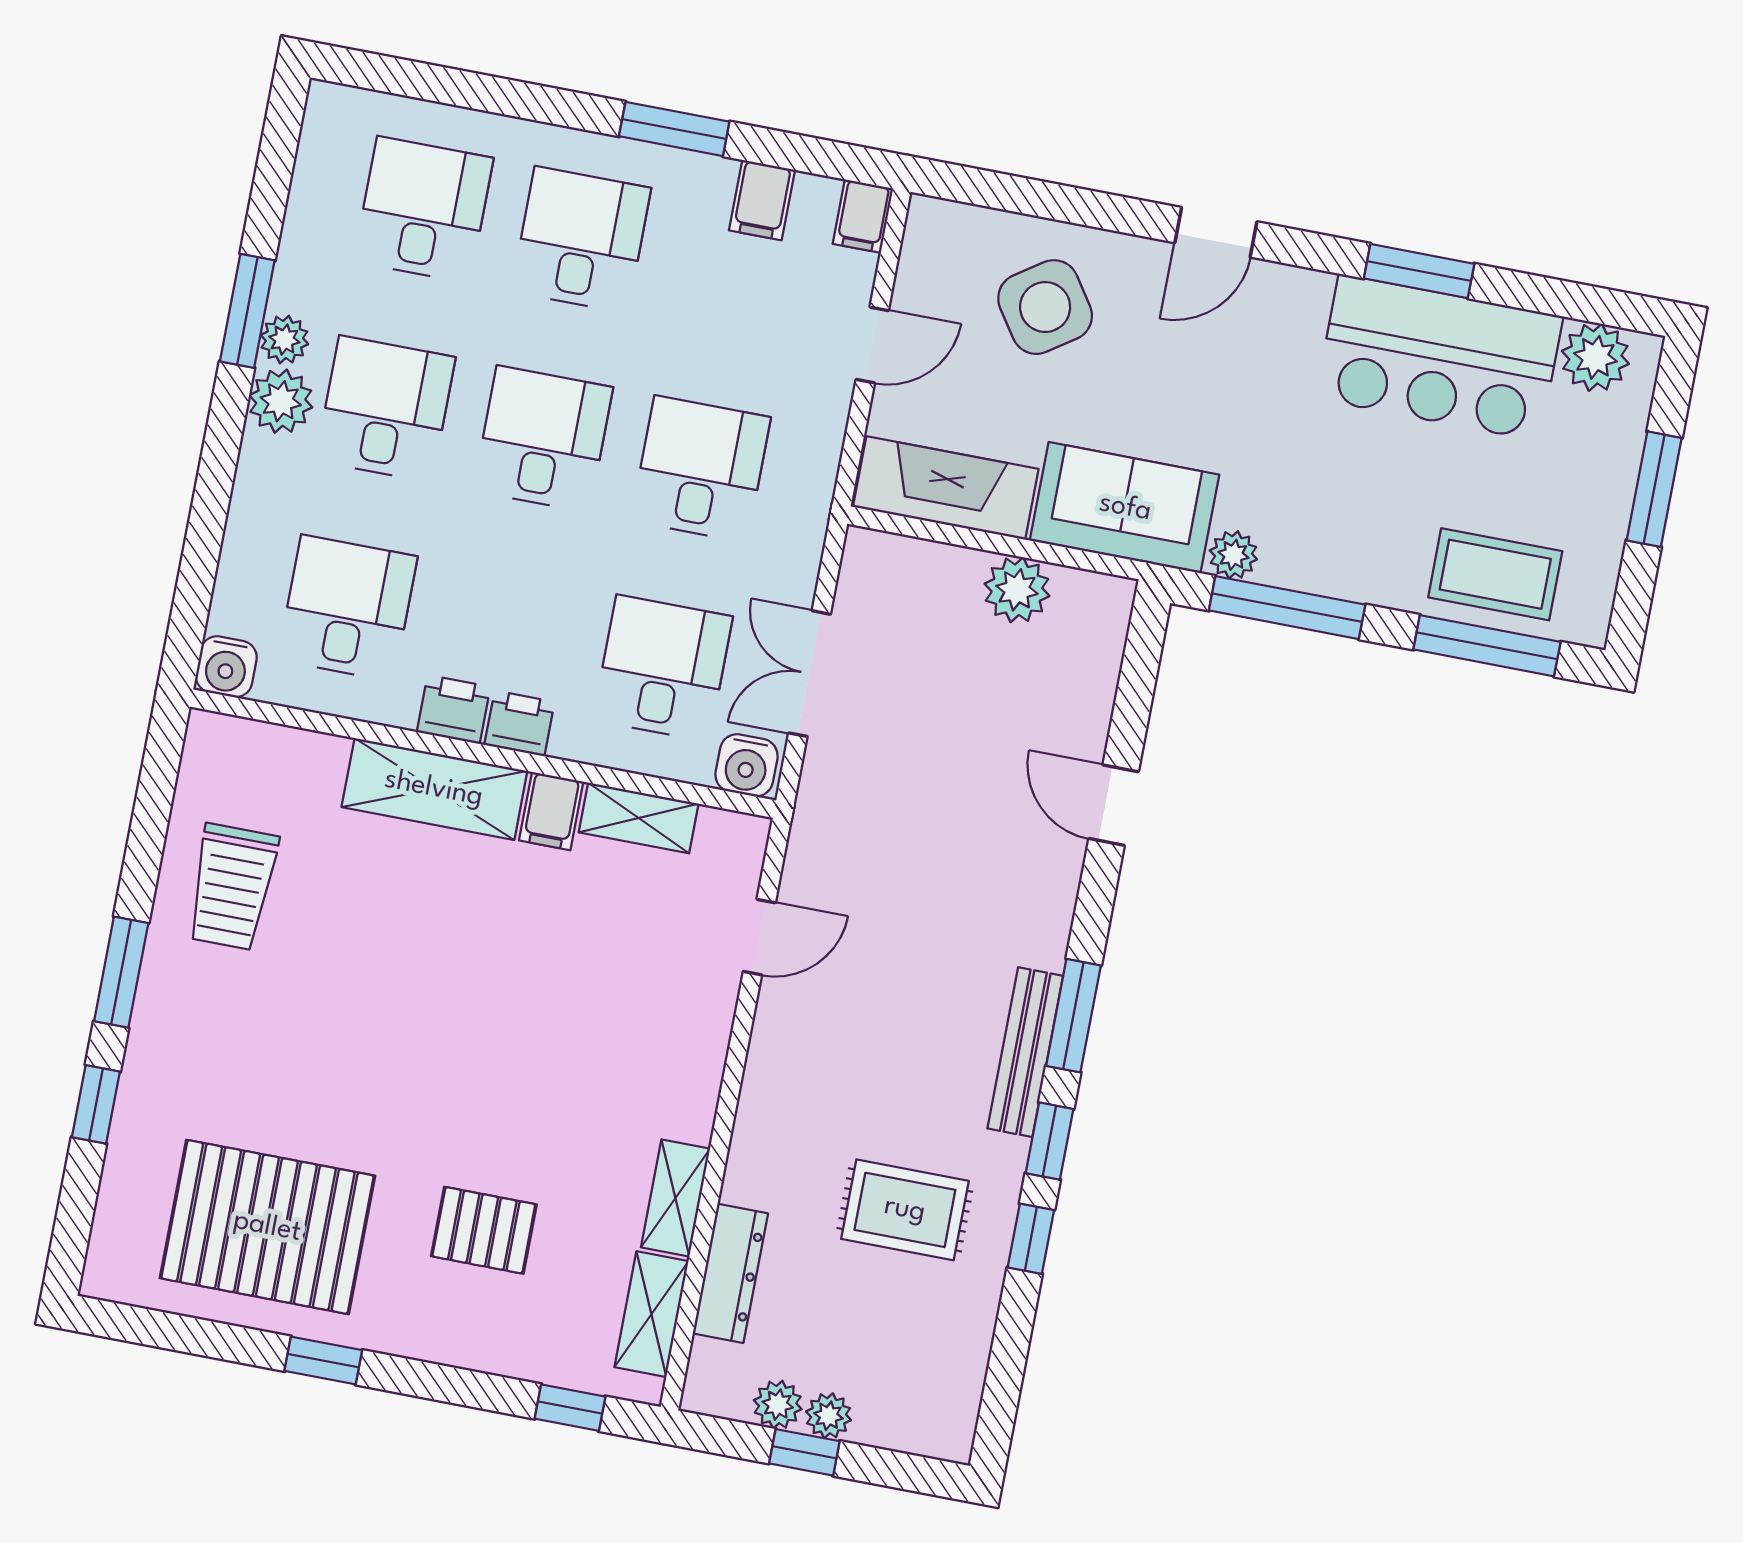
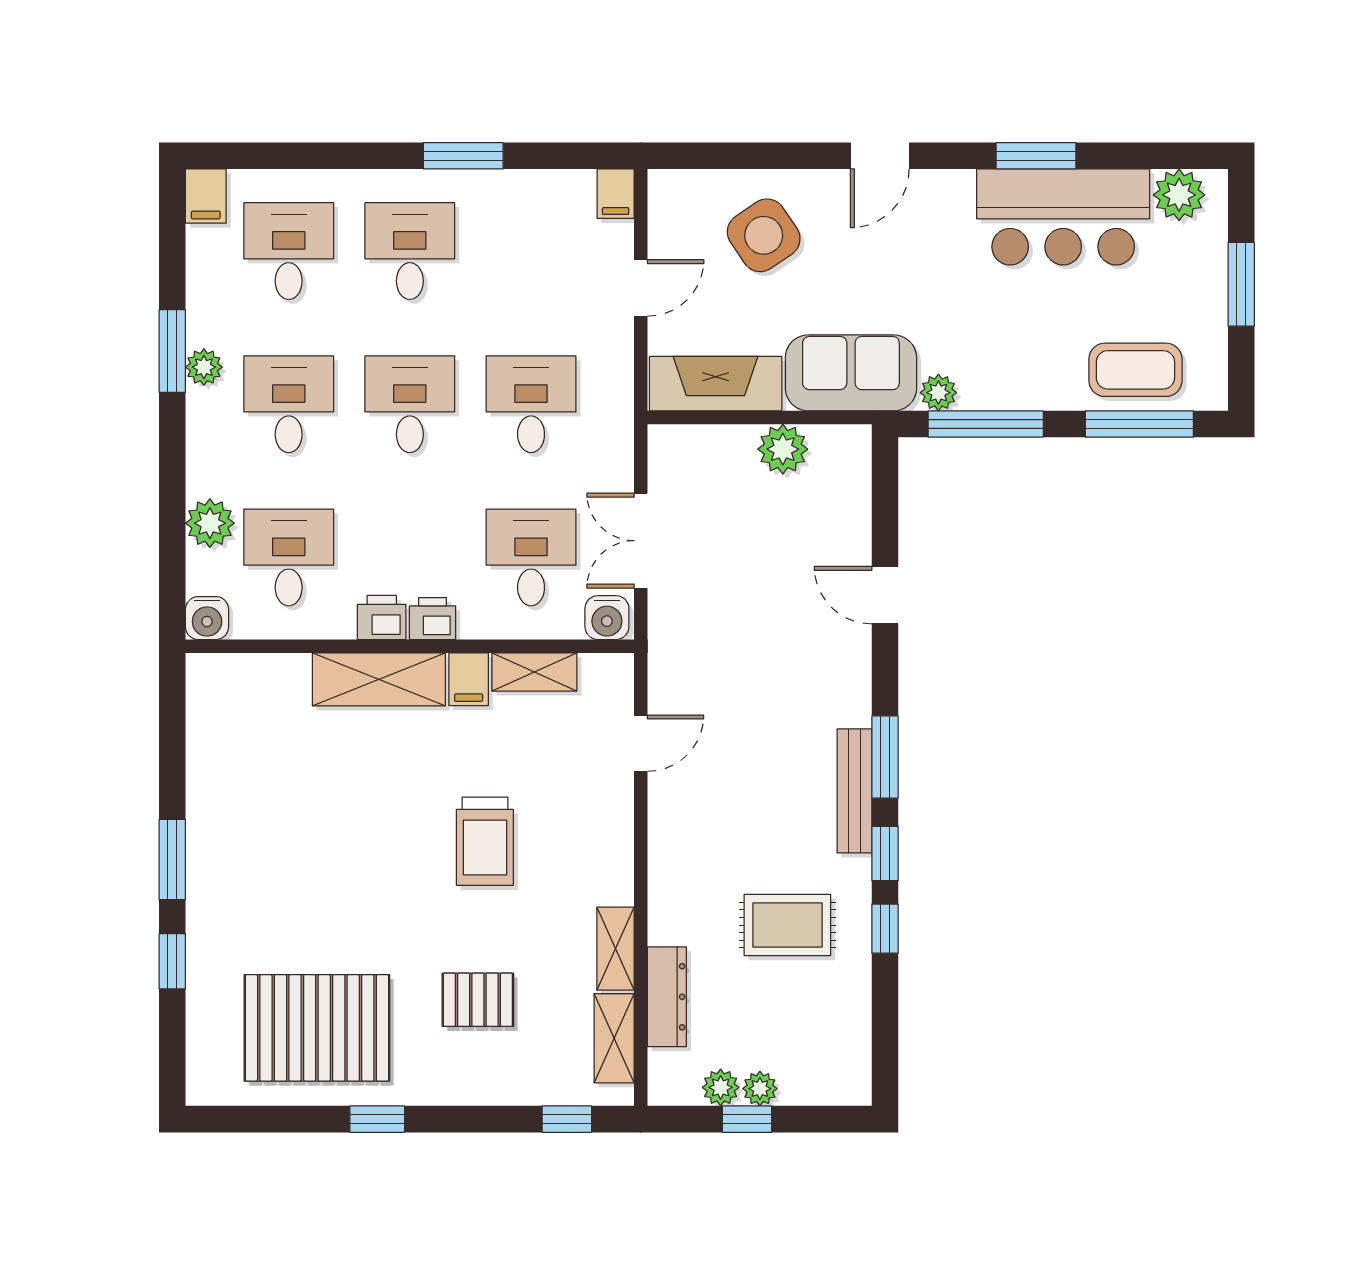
filing cabinet: (762, 200) -> (206, 196), moved
plant: (281, 401) -> (210, 523), moved
trolley: (232, 887) -> (485, 841), moved

